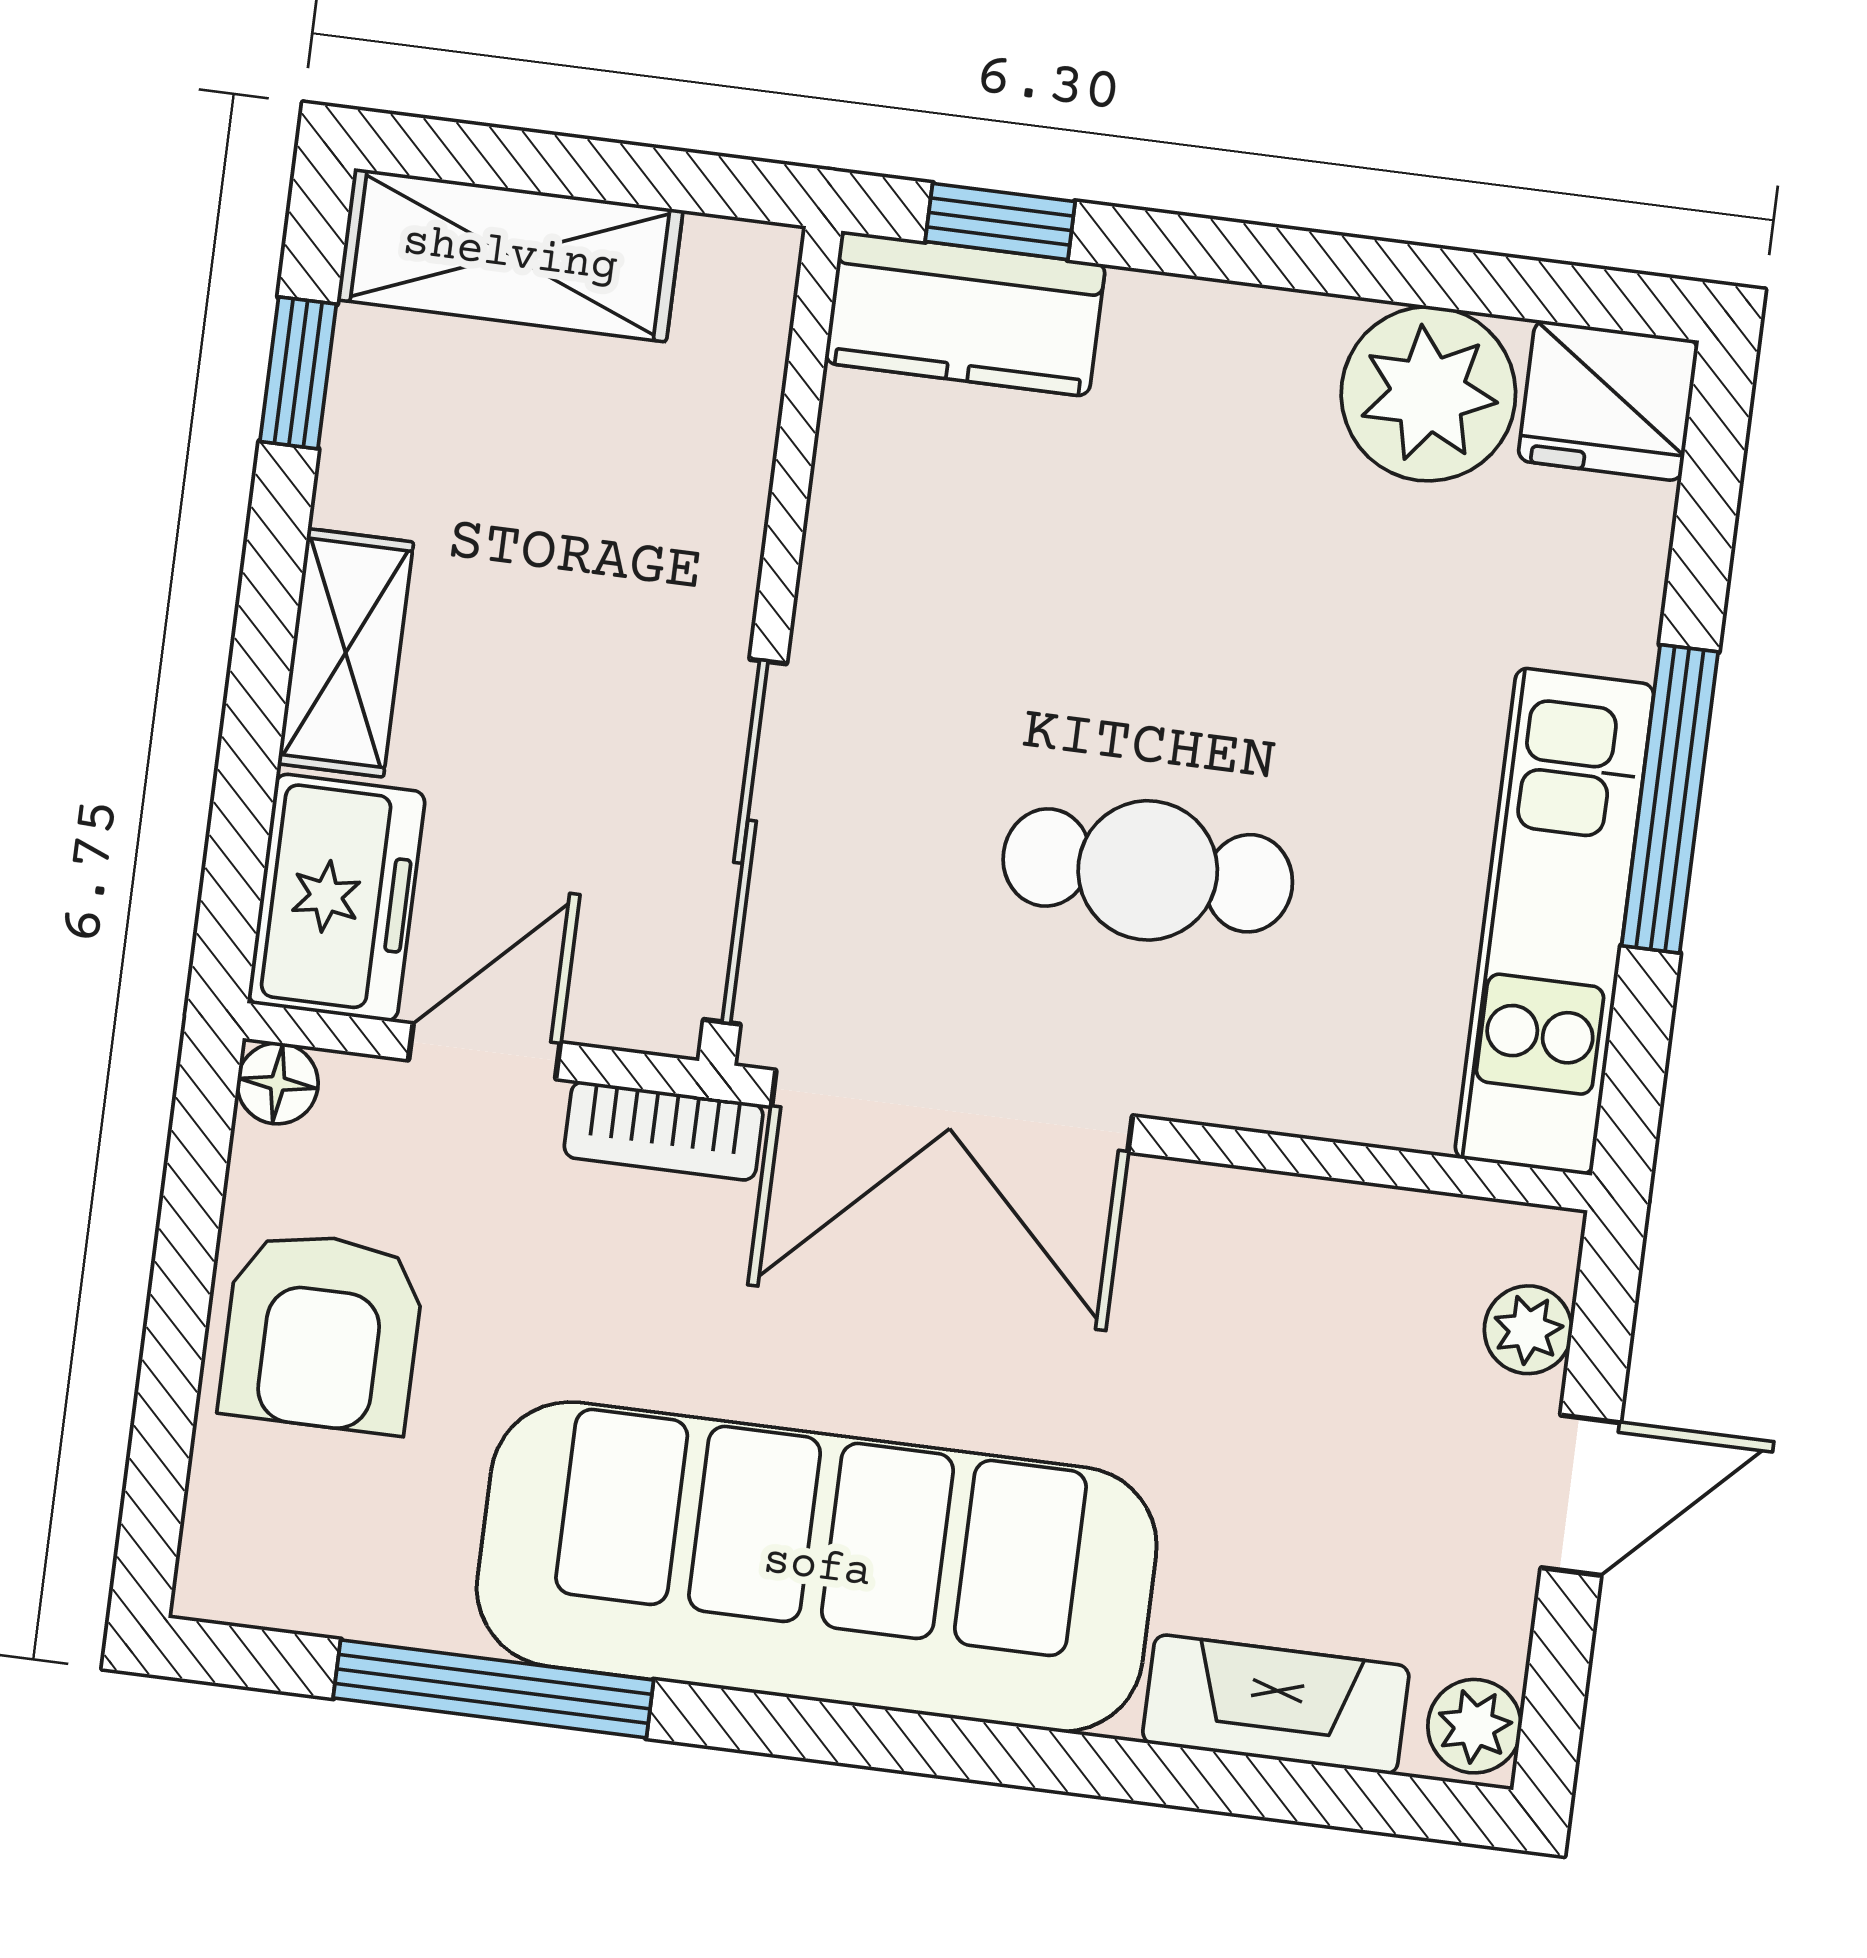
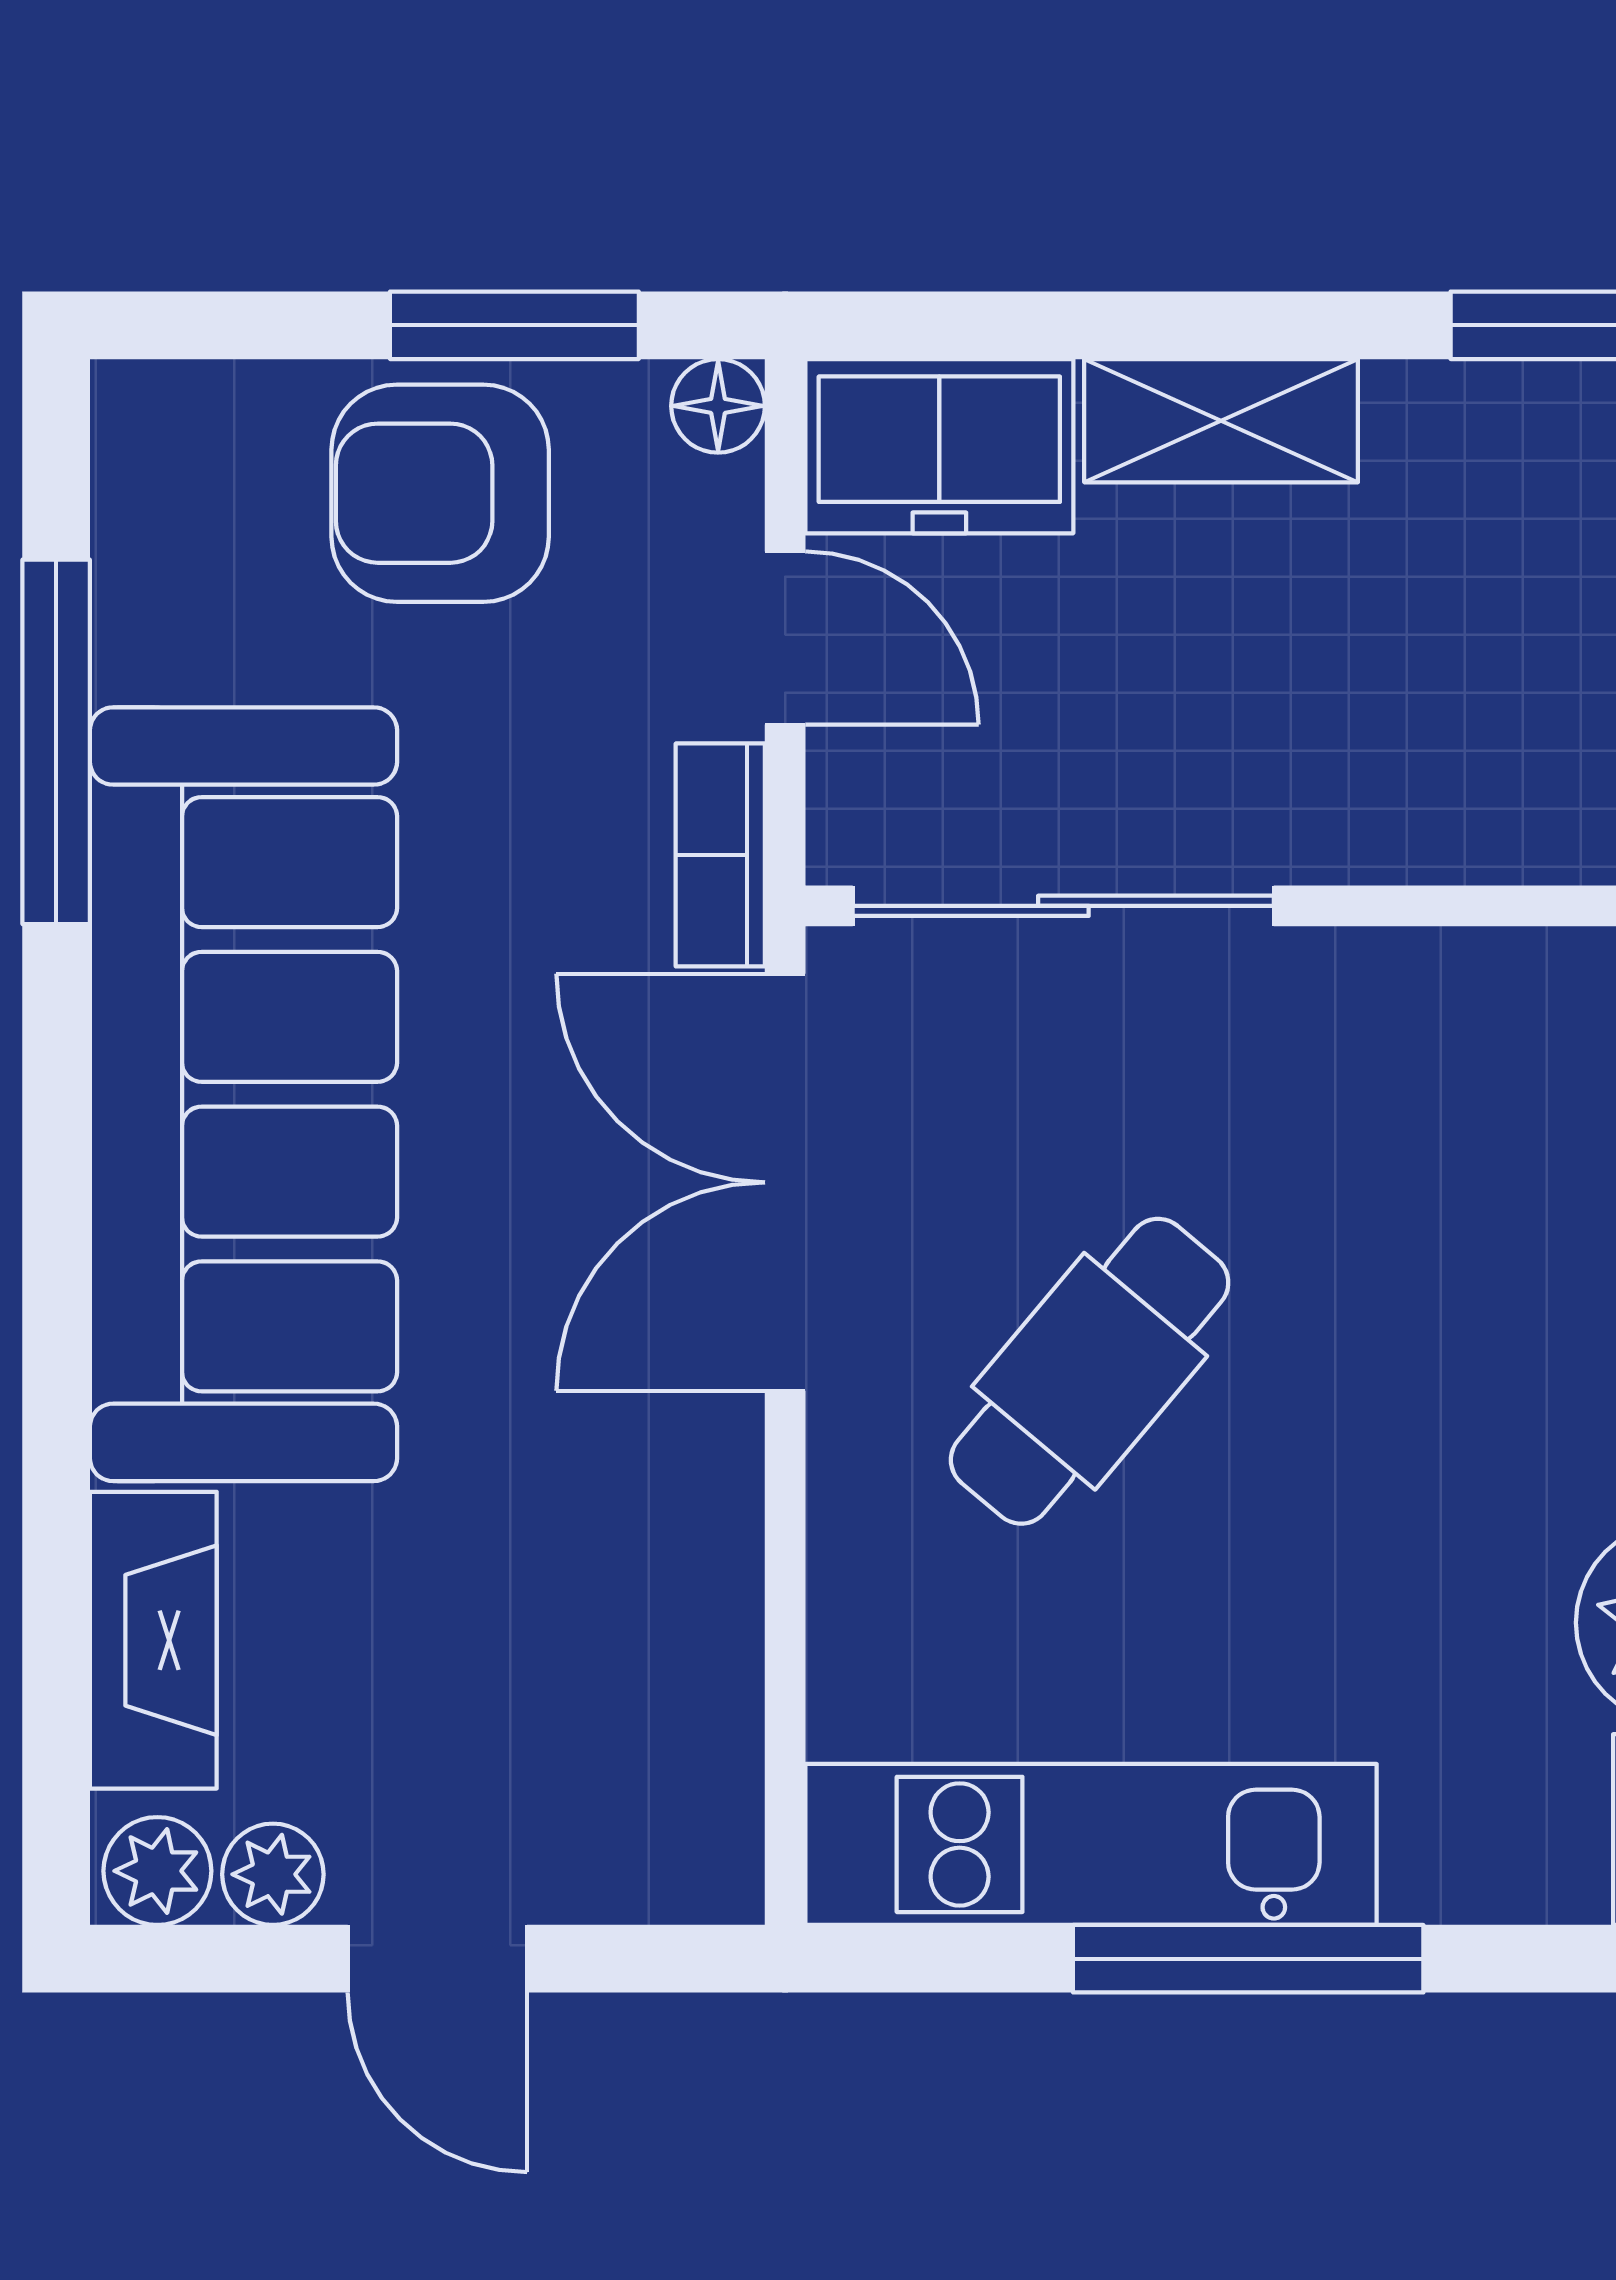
cafe table: (1148, 870) -> (1090, 1371), turned 40
window: (186, 1249) -> (514, 325), added
plant: (1528, 1330) -> (273, 1874), moved

